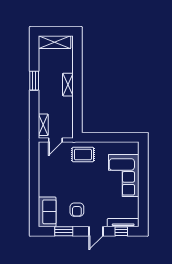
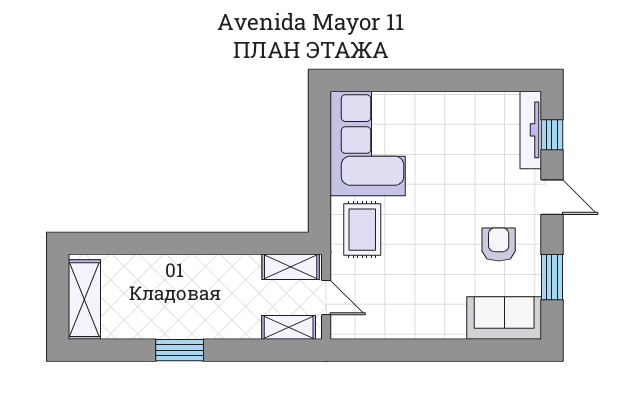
shelving: (68, 85) -> (291, 267), moved
corner sofa: (124, 175) -> (368, 143), moved, turned -90
armchair: (77, 210) -> (499, 244), turned -90

